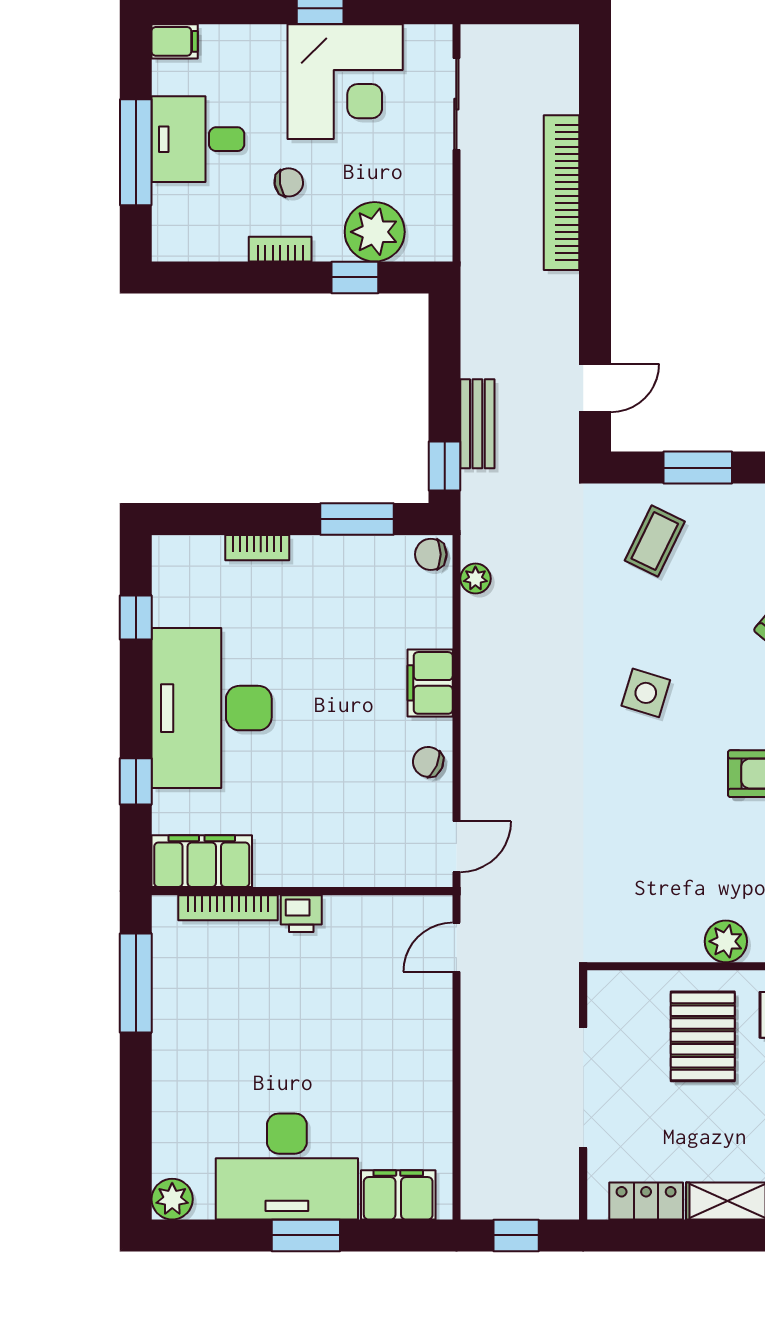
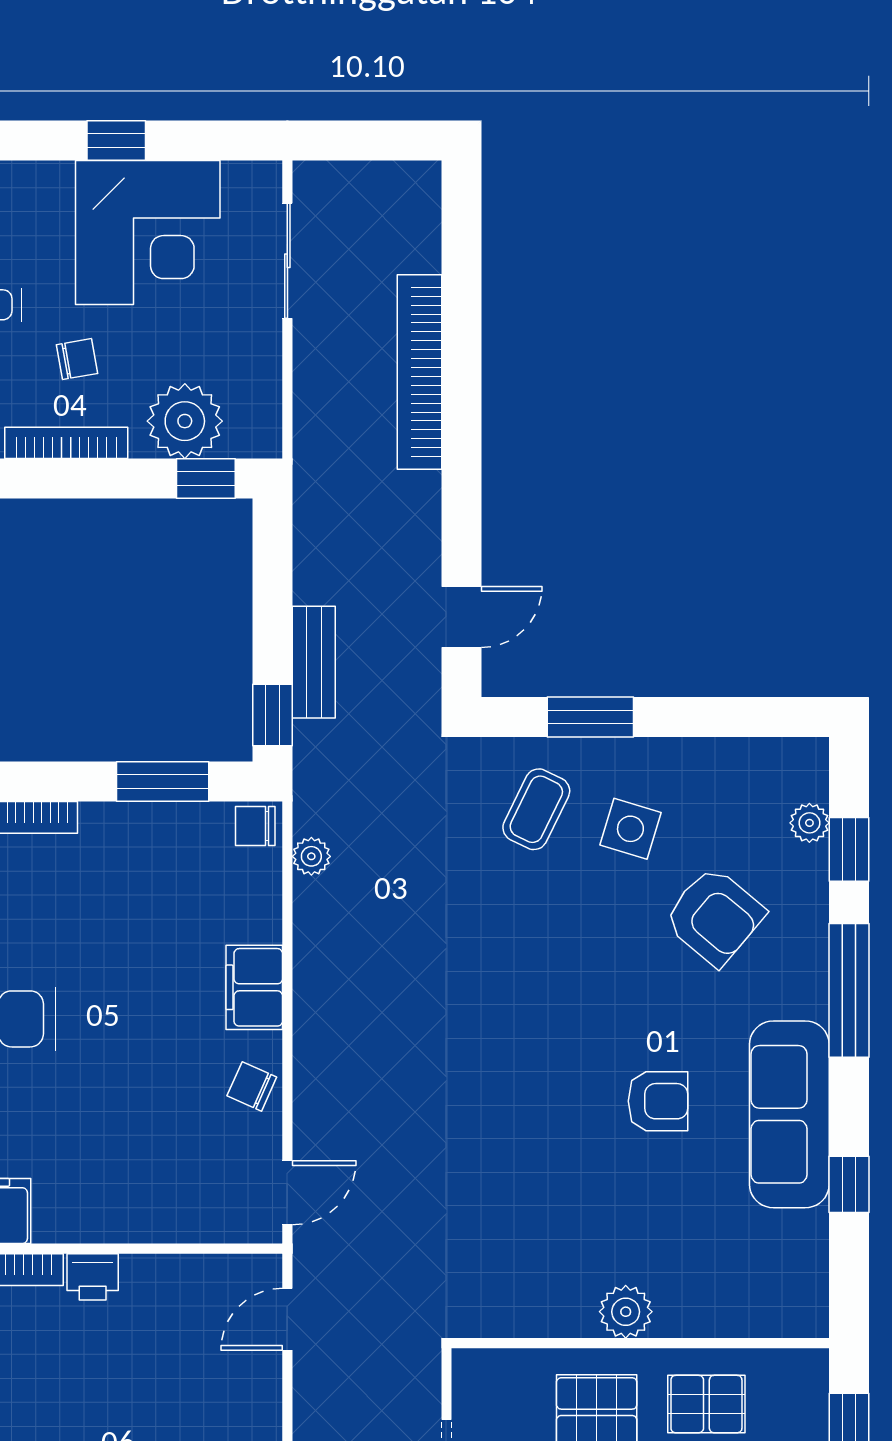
bookcase: (280, 249) -> (66, 443), width x1.56
window: (355, 277) -> (206, 478), moved
side table: (646, 693) -> (630, 829), moved

